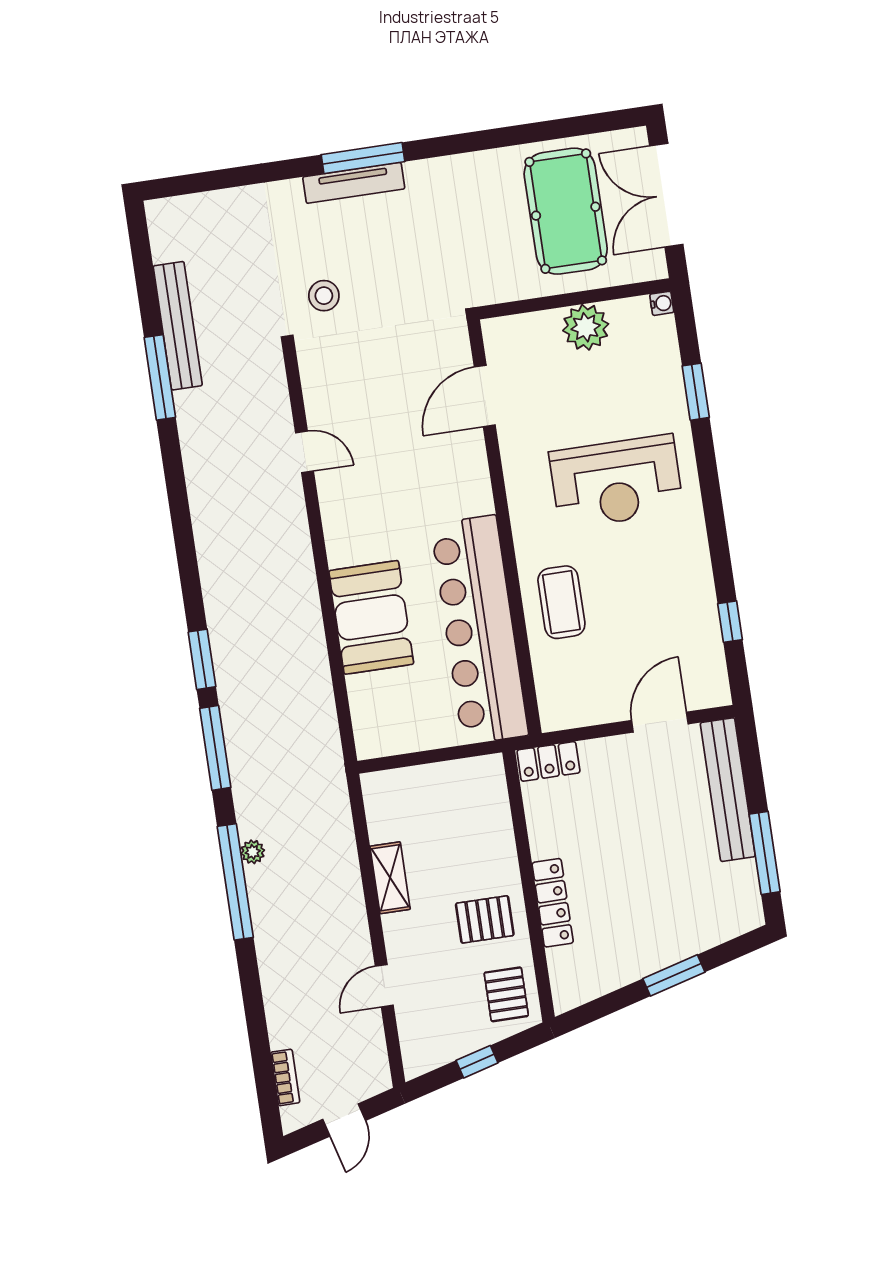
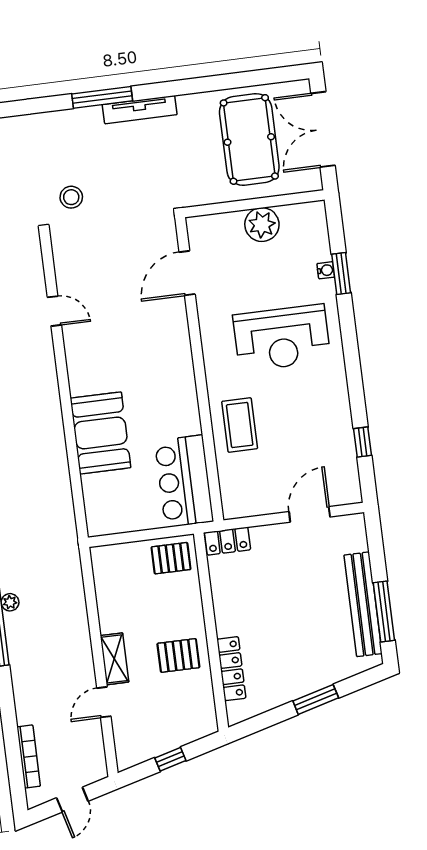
tv unit: (354, 183) -> (140, 110), moved
water cooler: (662, 303) -> (326, 270), moved
bar counter: (479, 630) -> (184, 481), width x0.54
bench: (728, 790) -> (363, 604), moved
shelving: (390, 878) -> (114, 659), moved
locker: (553, 903) -> (231, 669), moved
pallet: (506, 994) -> (171, 558), moved, turned 90
bookcase: (285, 1077) -> (29, 757), width x1.56

